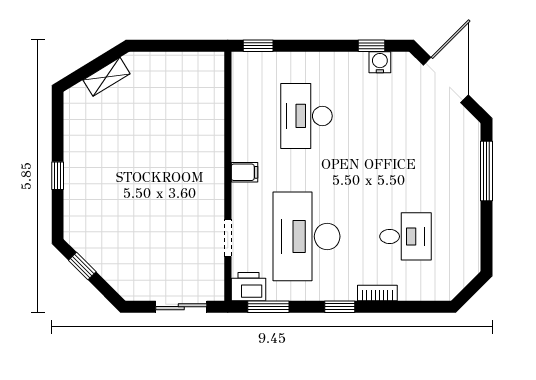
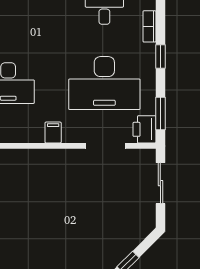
doorway: (228, 238) -> (105, 146), width x1.38

